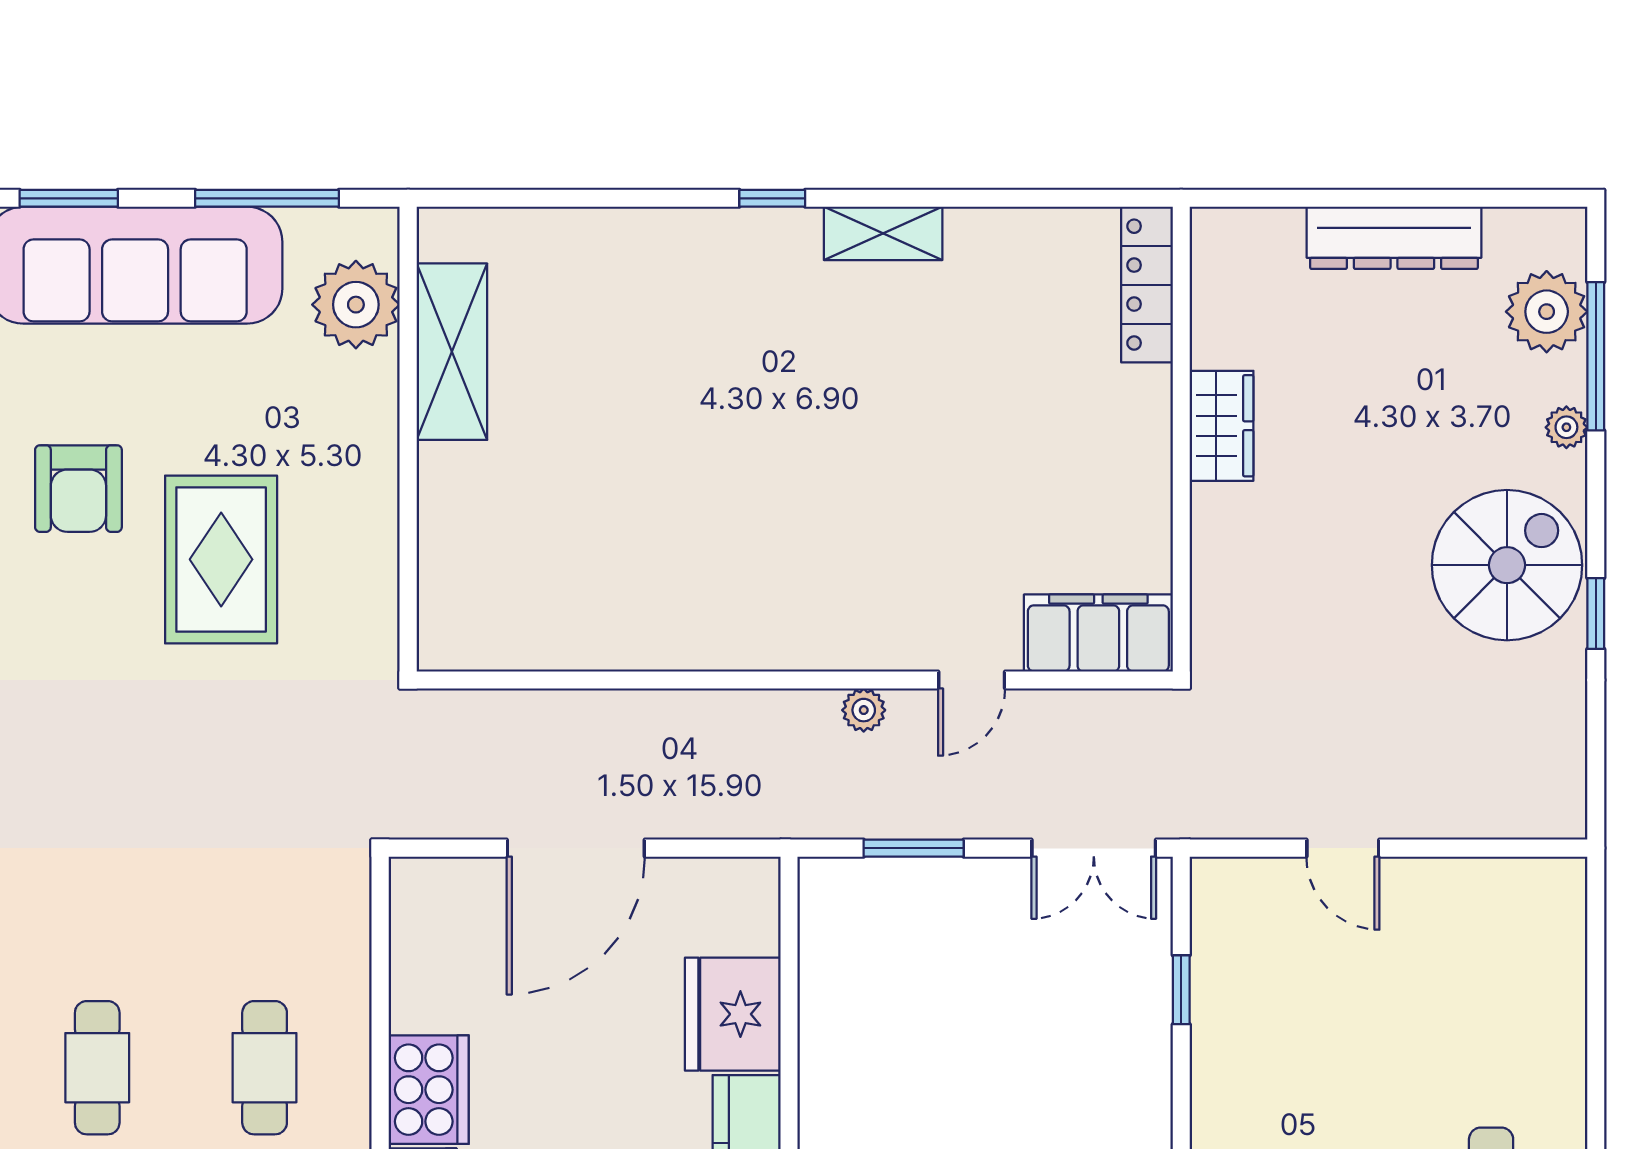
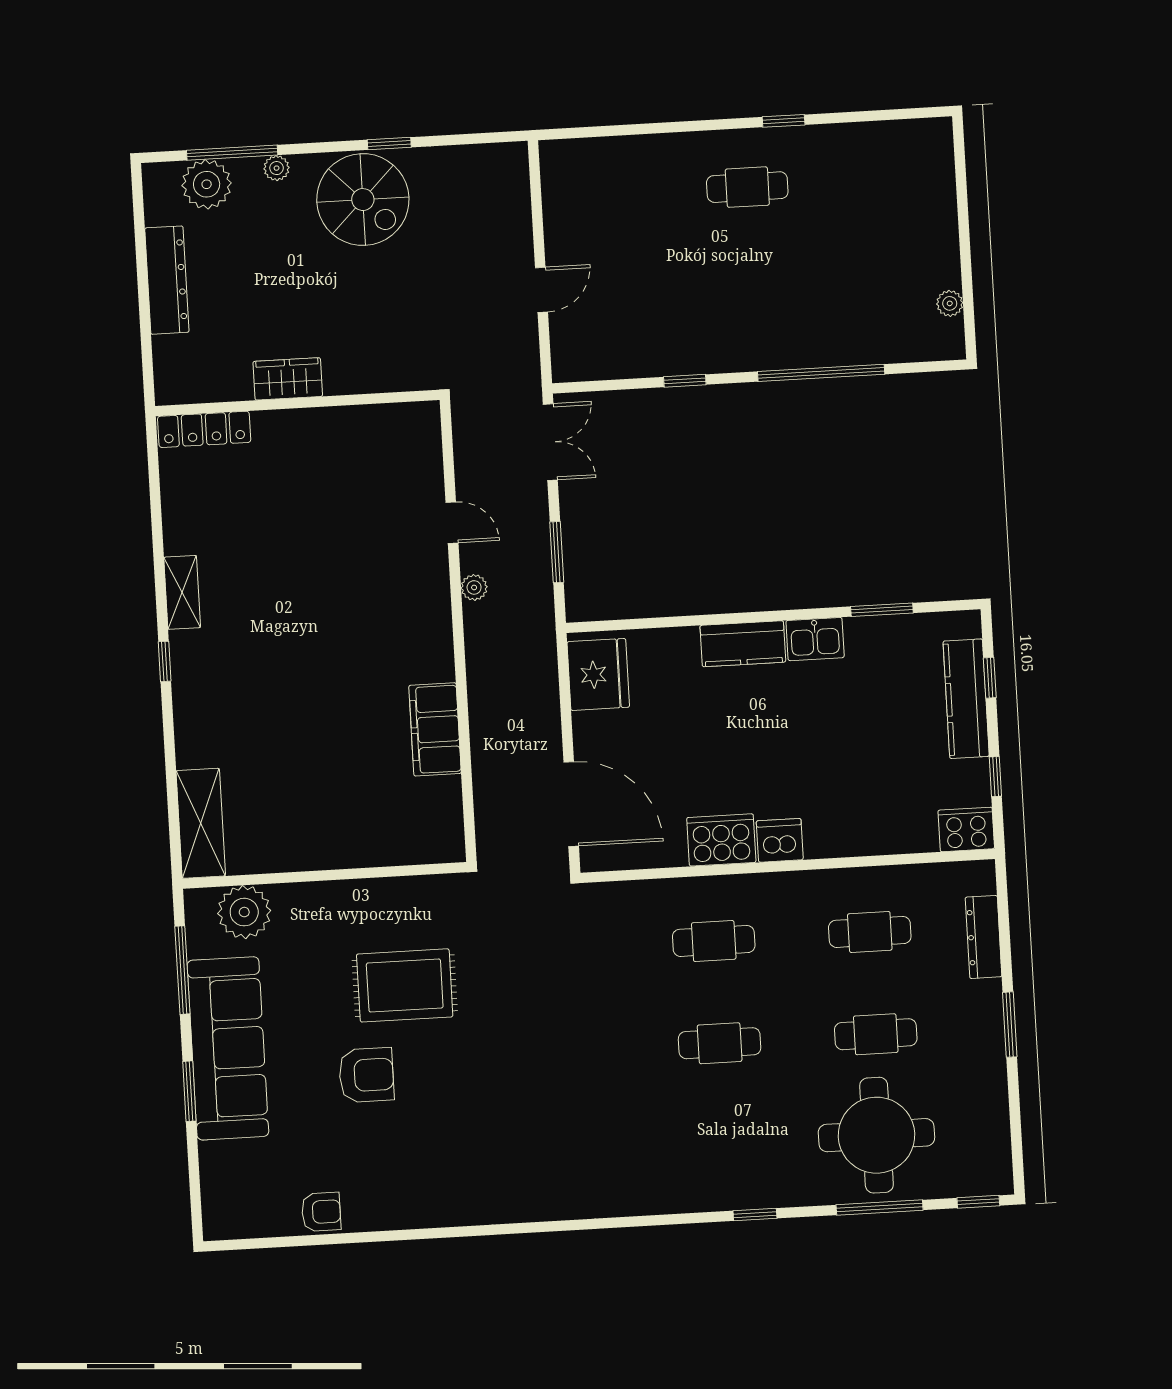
shelving: (452, 352) -> (201, 823), moved, turned 90
spiral stairs: (1507, 565) -> (363, 200), turned 180
filing cabinet: (1098, 633) -> (435, 729), moved
door: (576, 848) -> (571, 804), moved
window: (1181, 990) -> (685, 381), moved
fridge: (733, 1014) -> (598, 674), moved, turned -90

